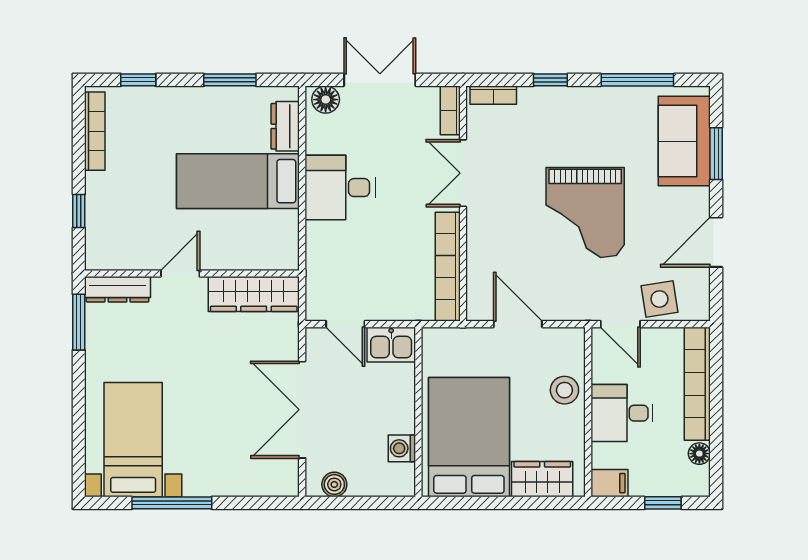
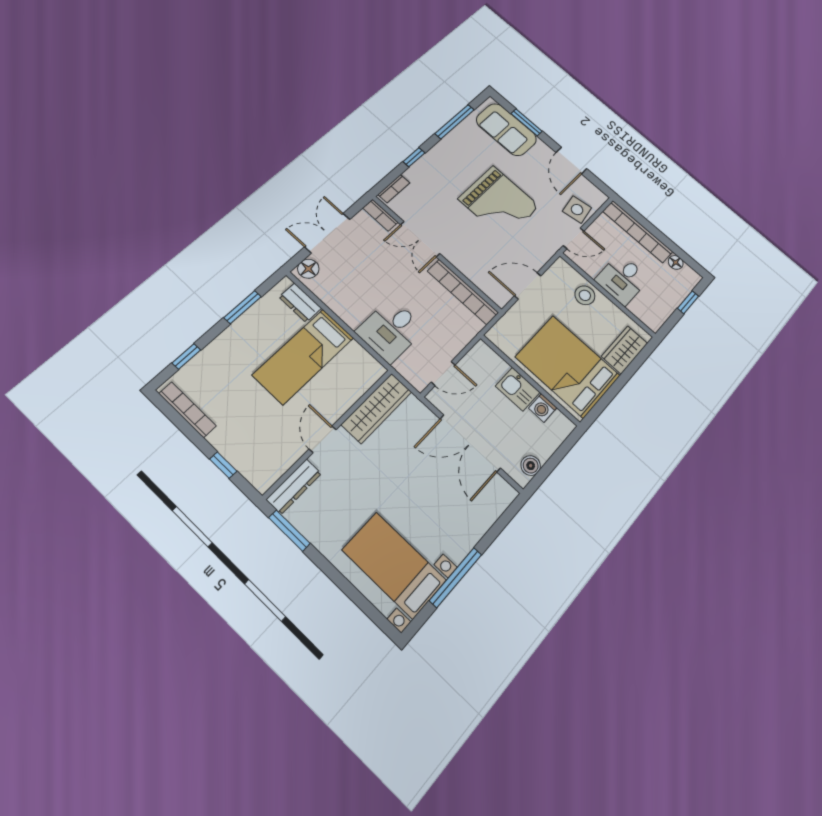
desk: (340, 188) -> (391, 330), moved
kitchen sink: (391, 345) -> (518, 389), moved, turned 90
filing cabinet: (609, 483) -> (655, 318), removed

